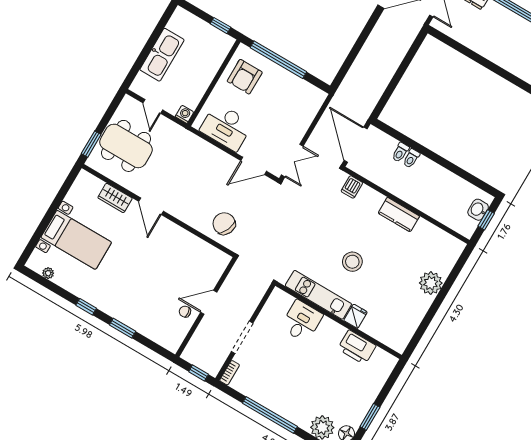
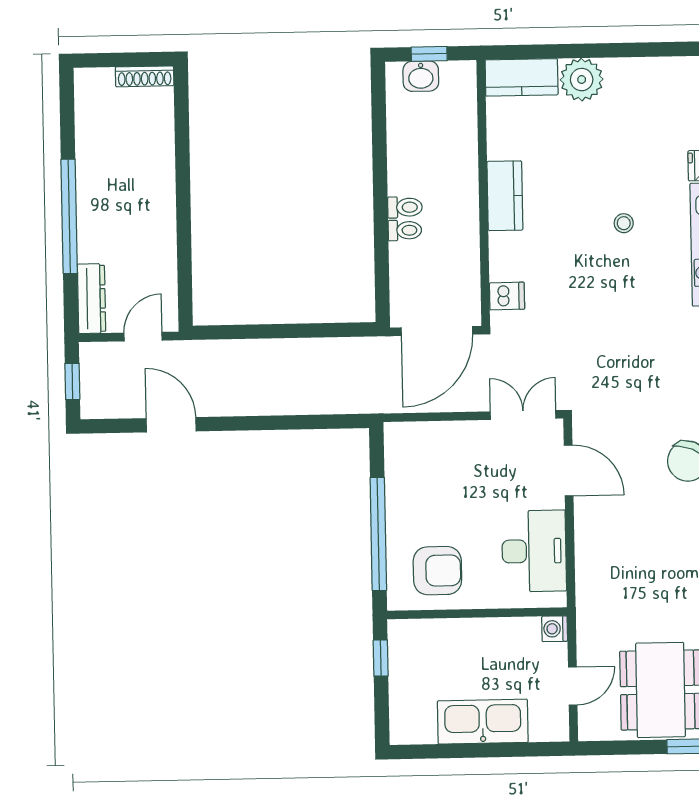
toilet: (400, 152) -> (405, 207), moved
kitchen counter: (449, 256) -> (522, 77), added
stool: (352, 262) -> (624, 223), width x0.53, depth x0.53

